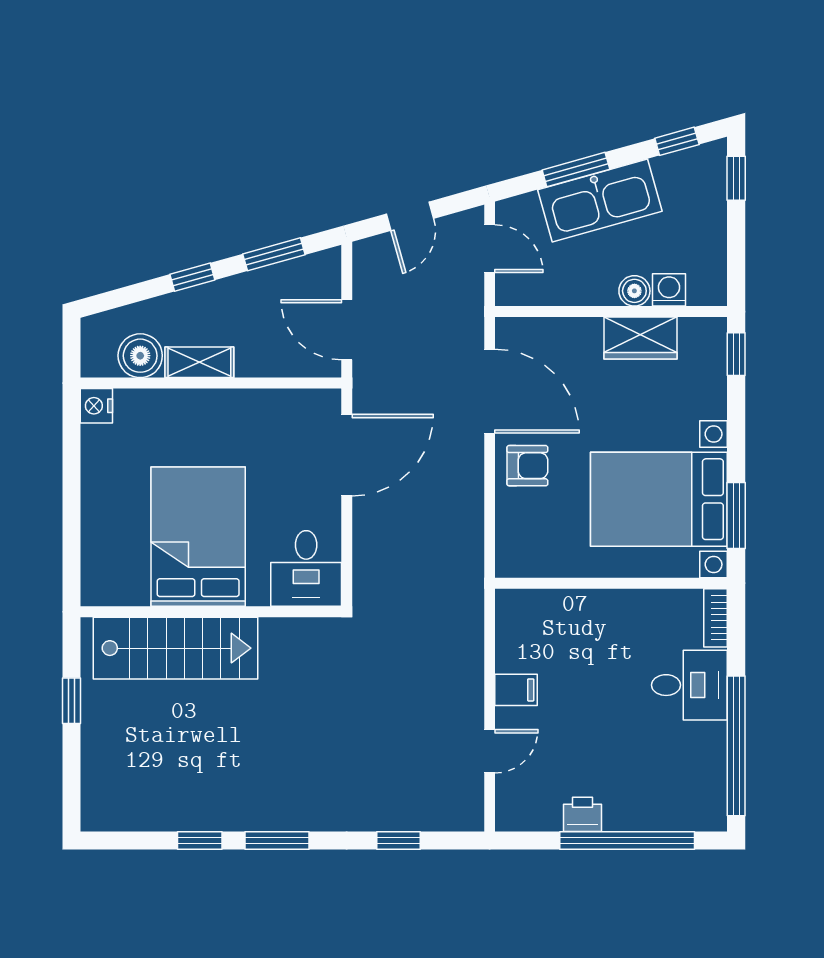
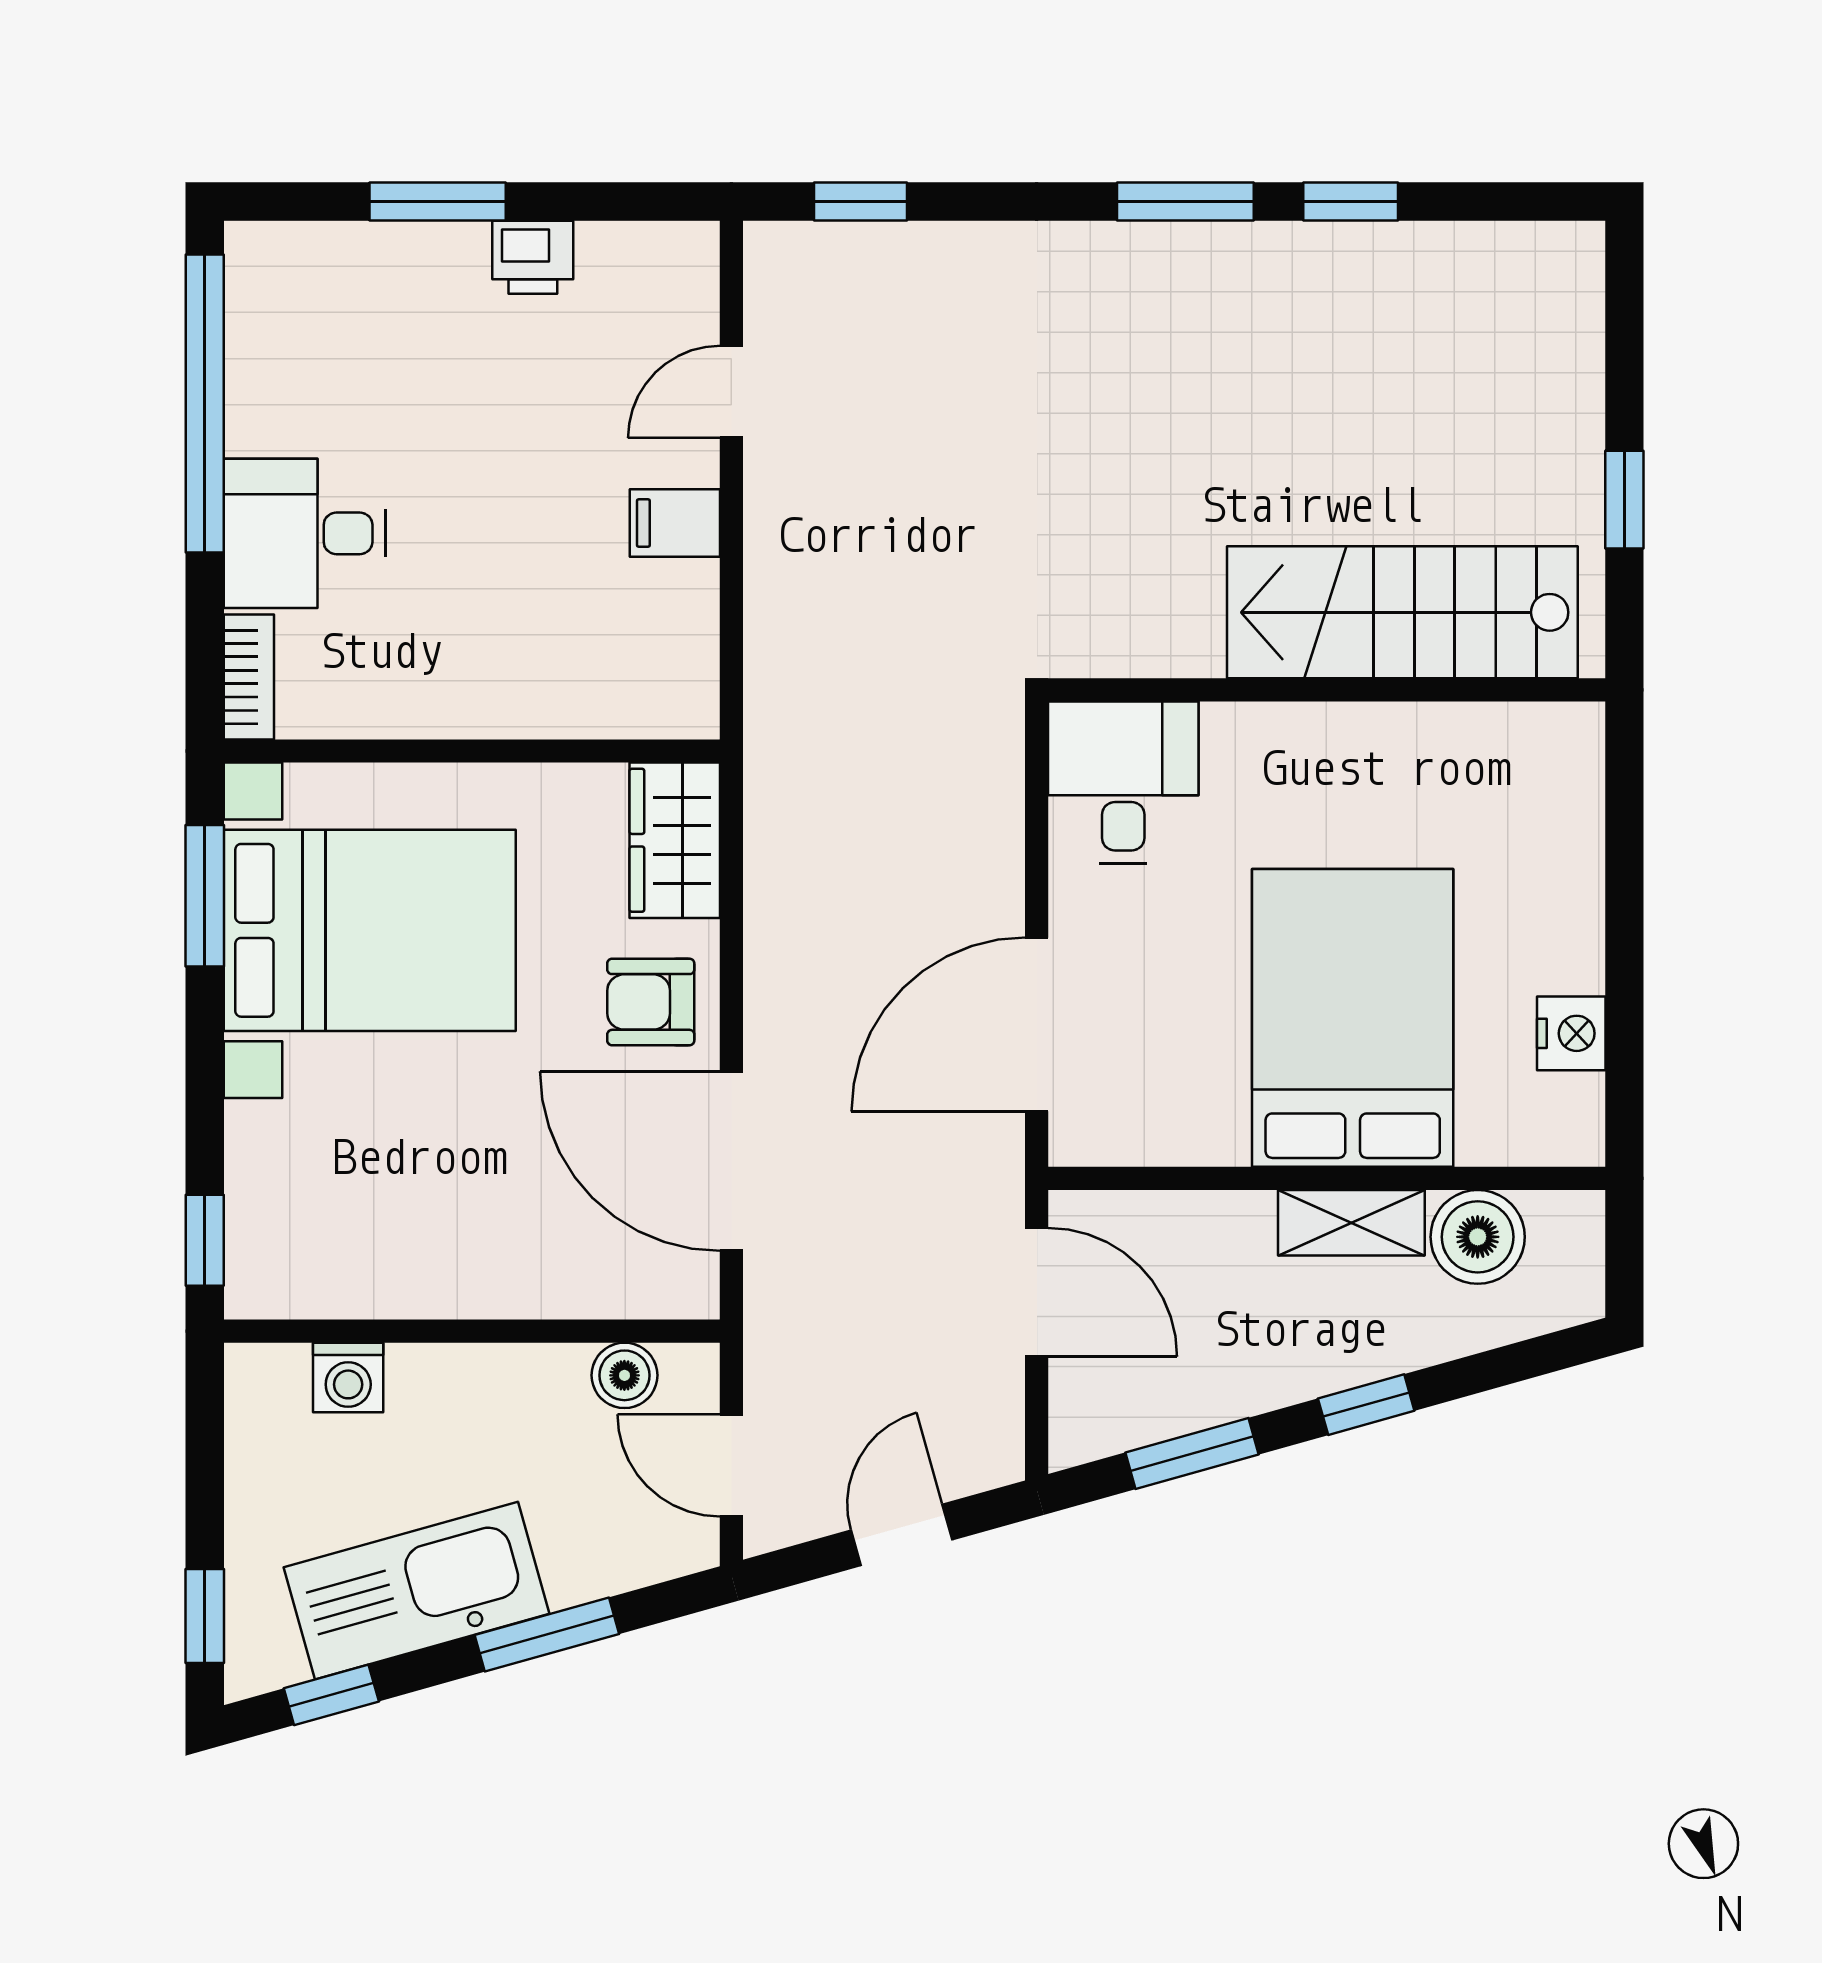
kitchen sink: (600, 201) -> (417, 1591), moved
boiler: (634, 291) -> (624, 1375), moved
wardrobe: (640, 338) -> (675, 840), moved, turned -90
nightstand: (96, 406) -> (1571, 1033), moved
bed: (198, 537) -> (1353, 1018), moved, turned 180
window: (398, 840) -> (860, 201), moved
window: (627, 840) -> (438, 201), width x0.47

